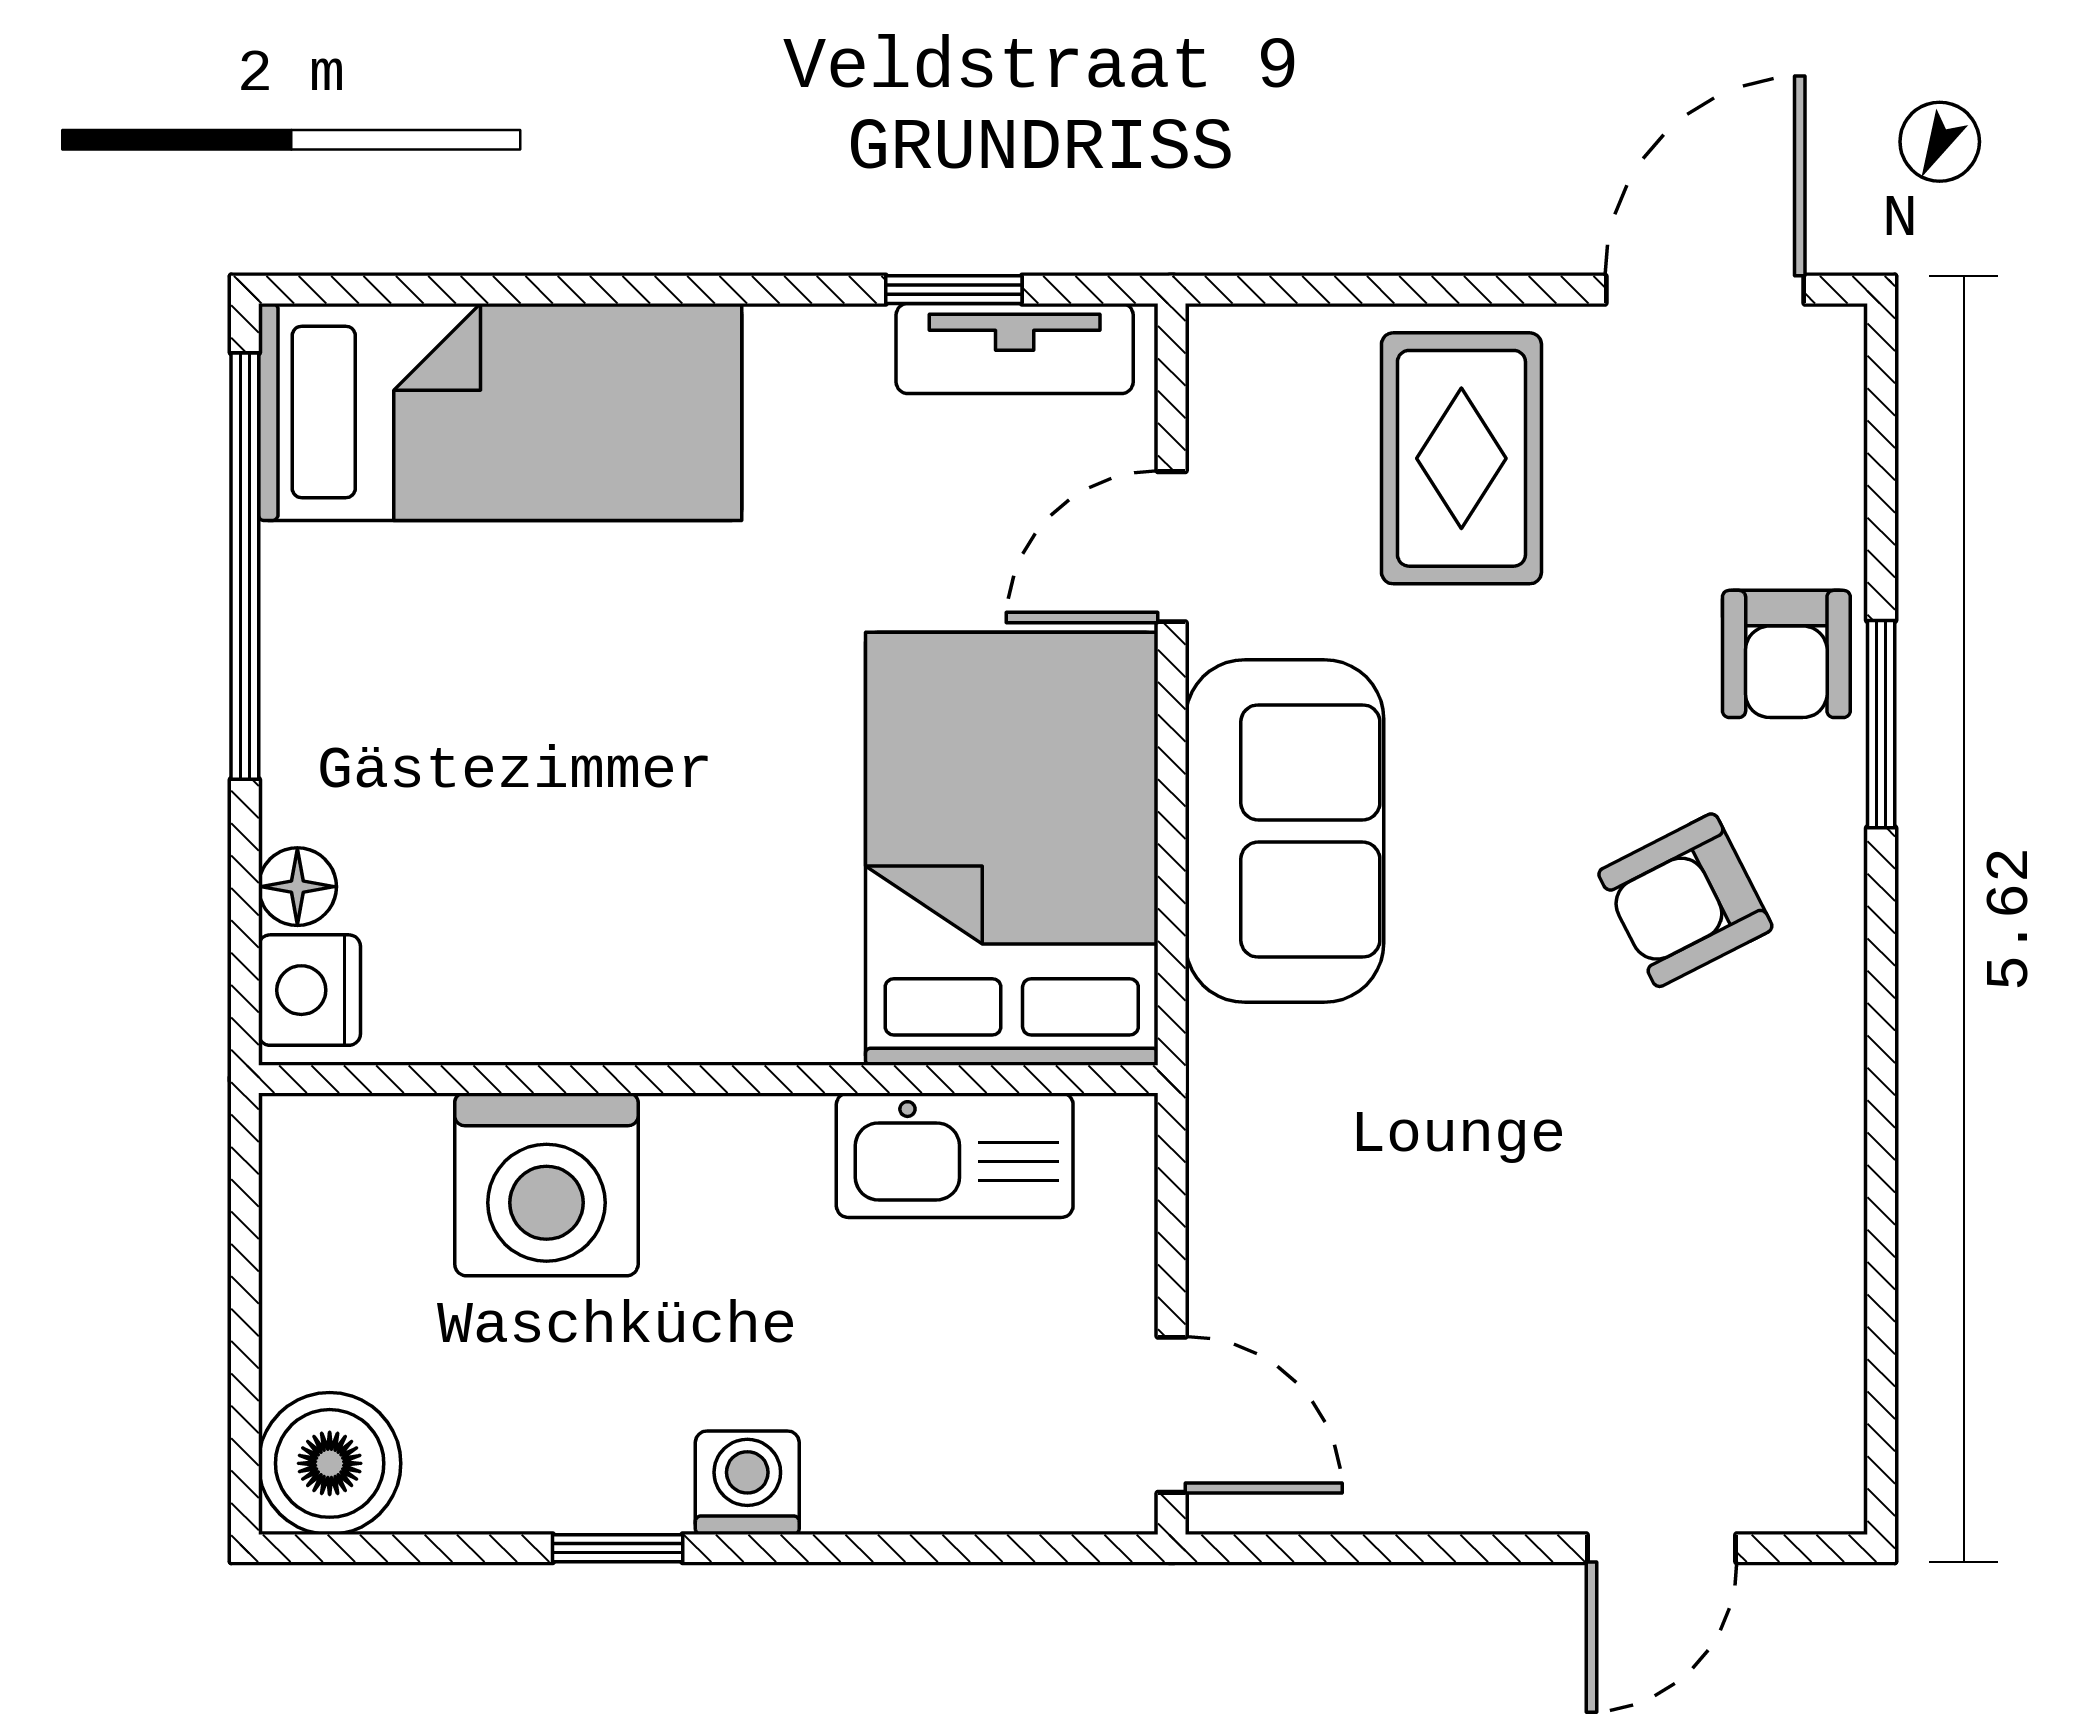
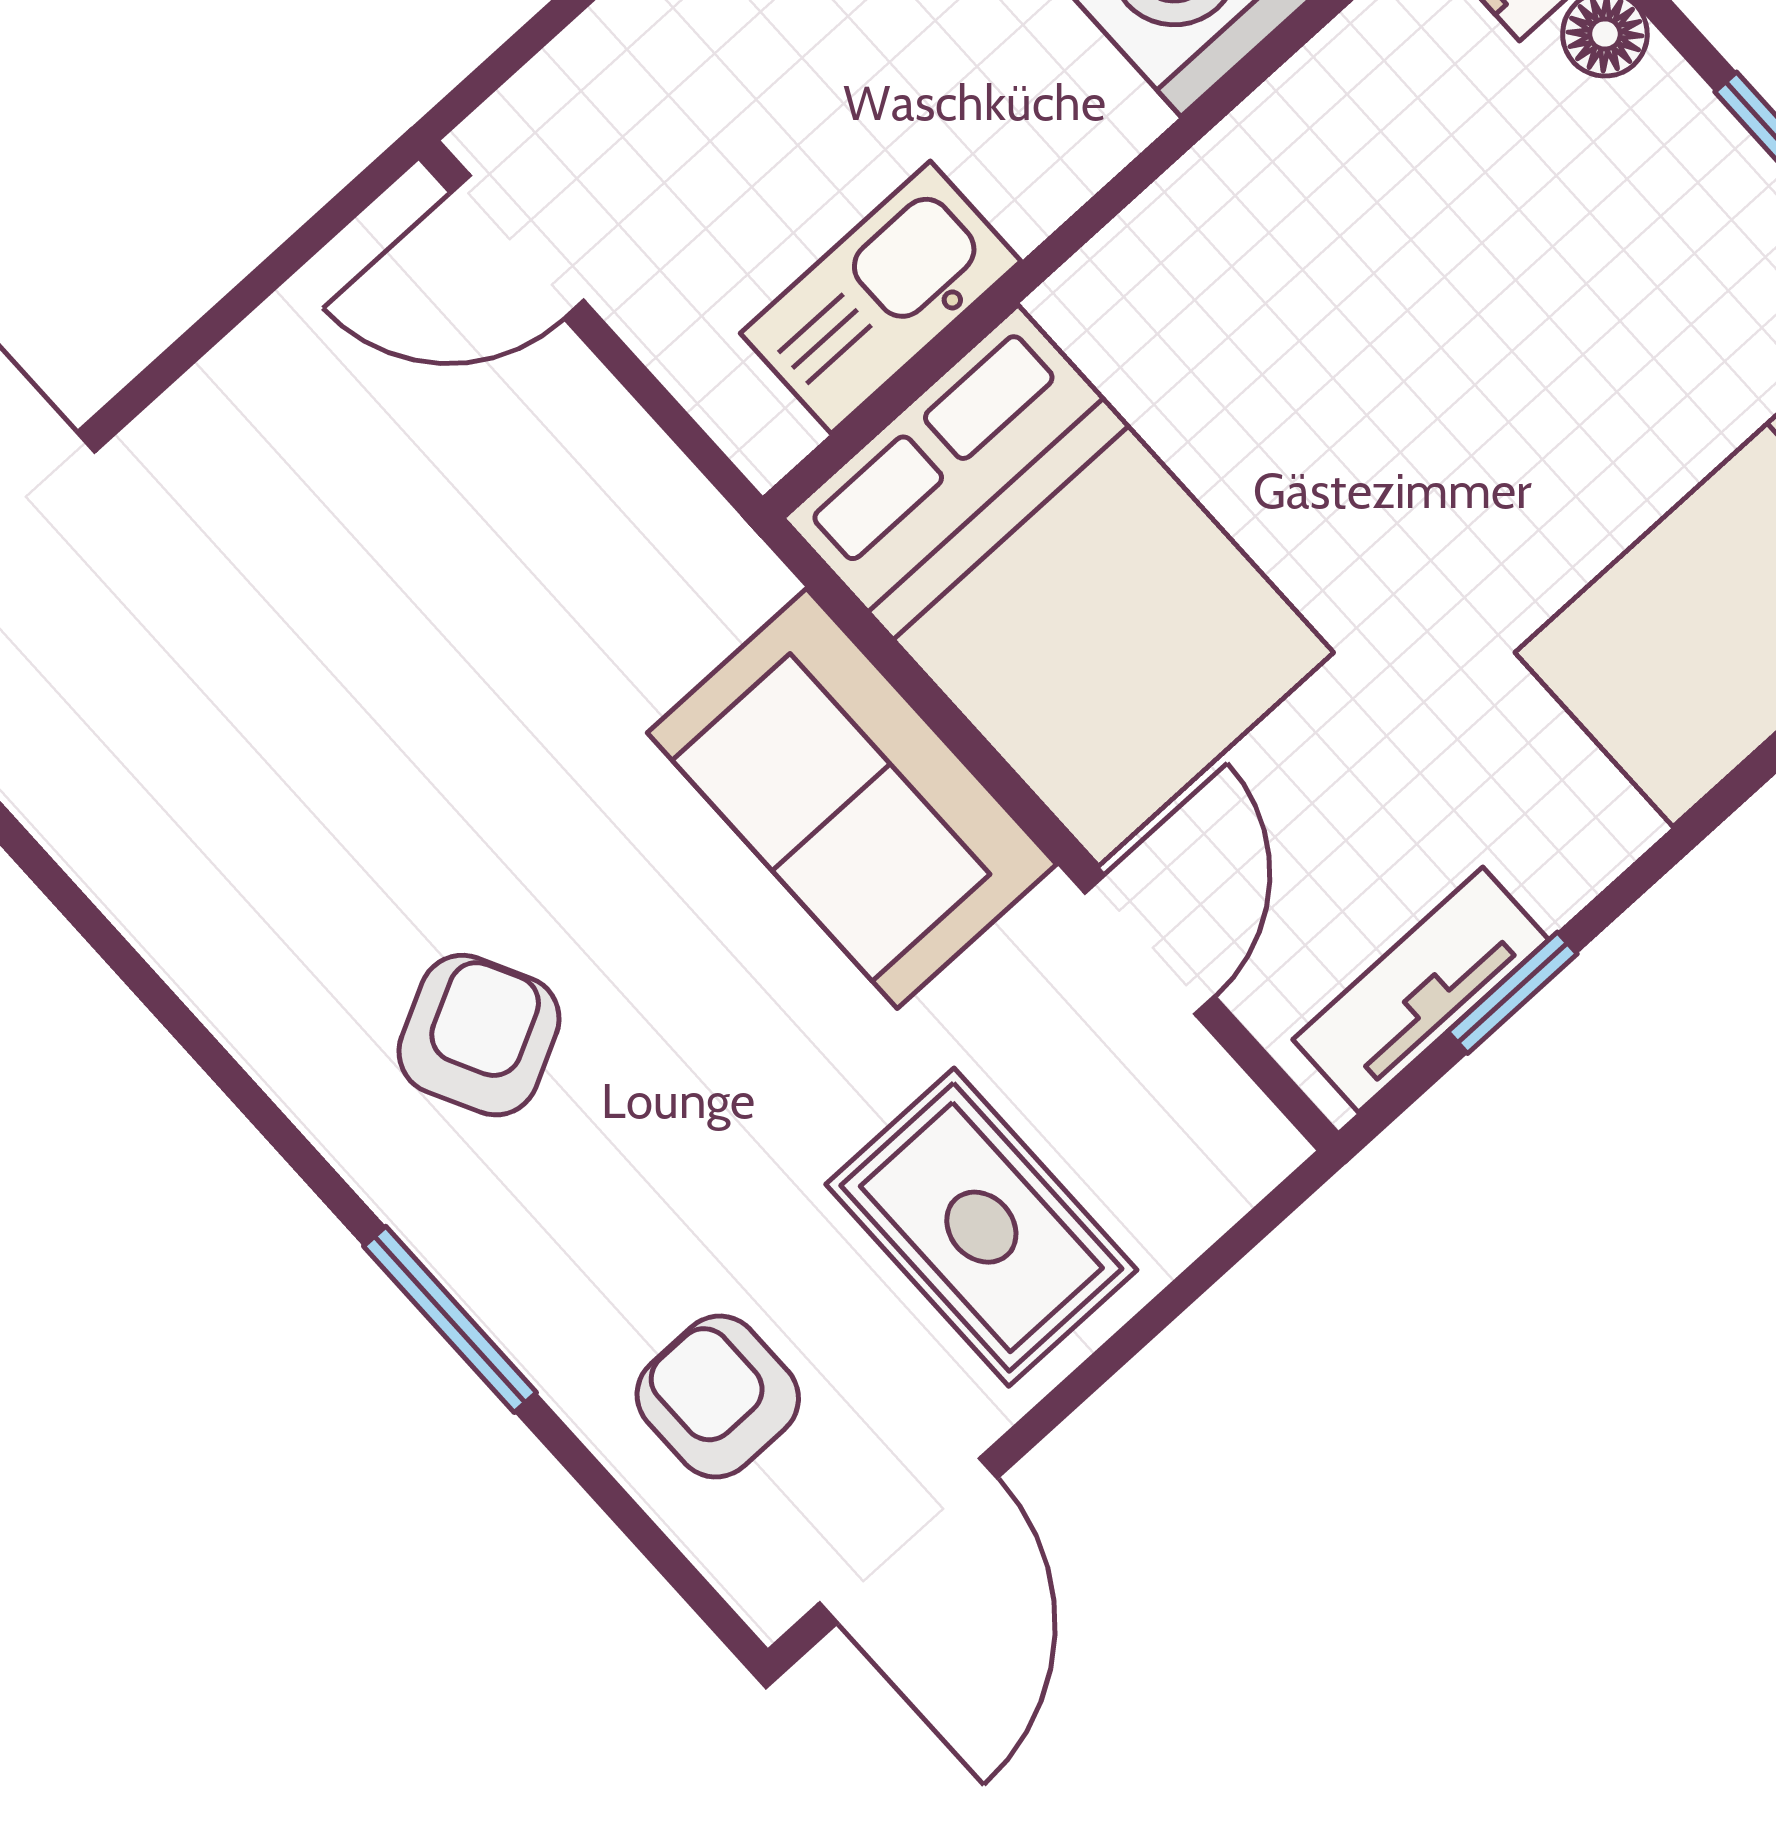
armchair: (1786, 654) -> (718, 1397), moved

